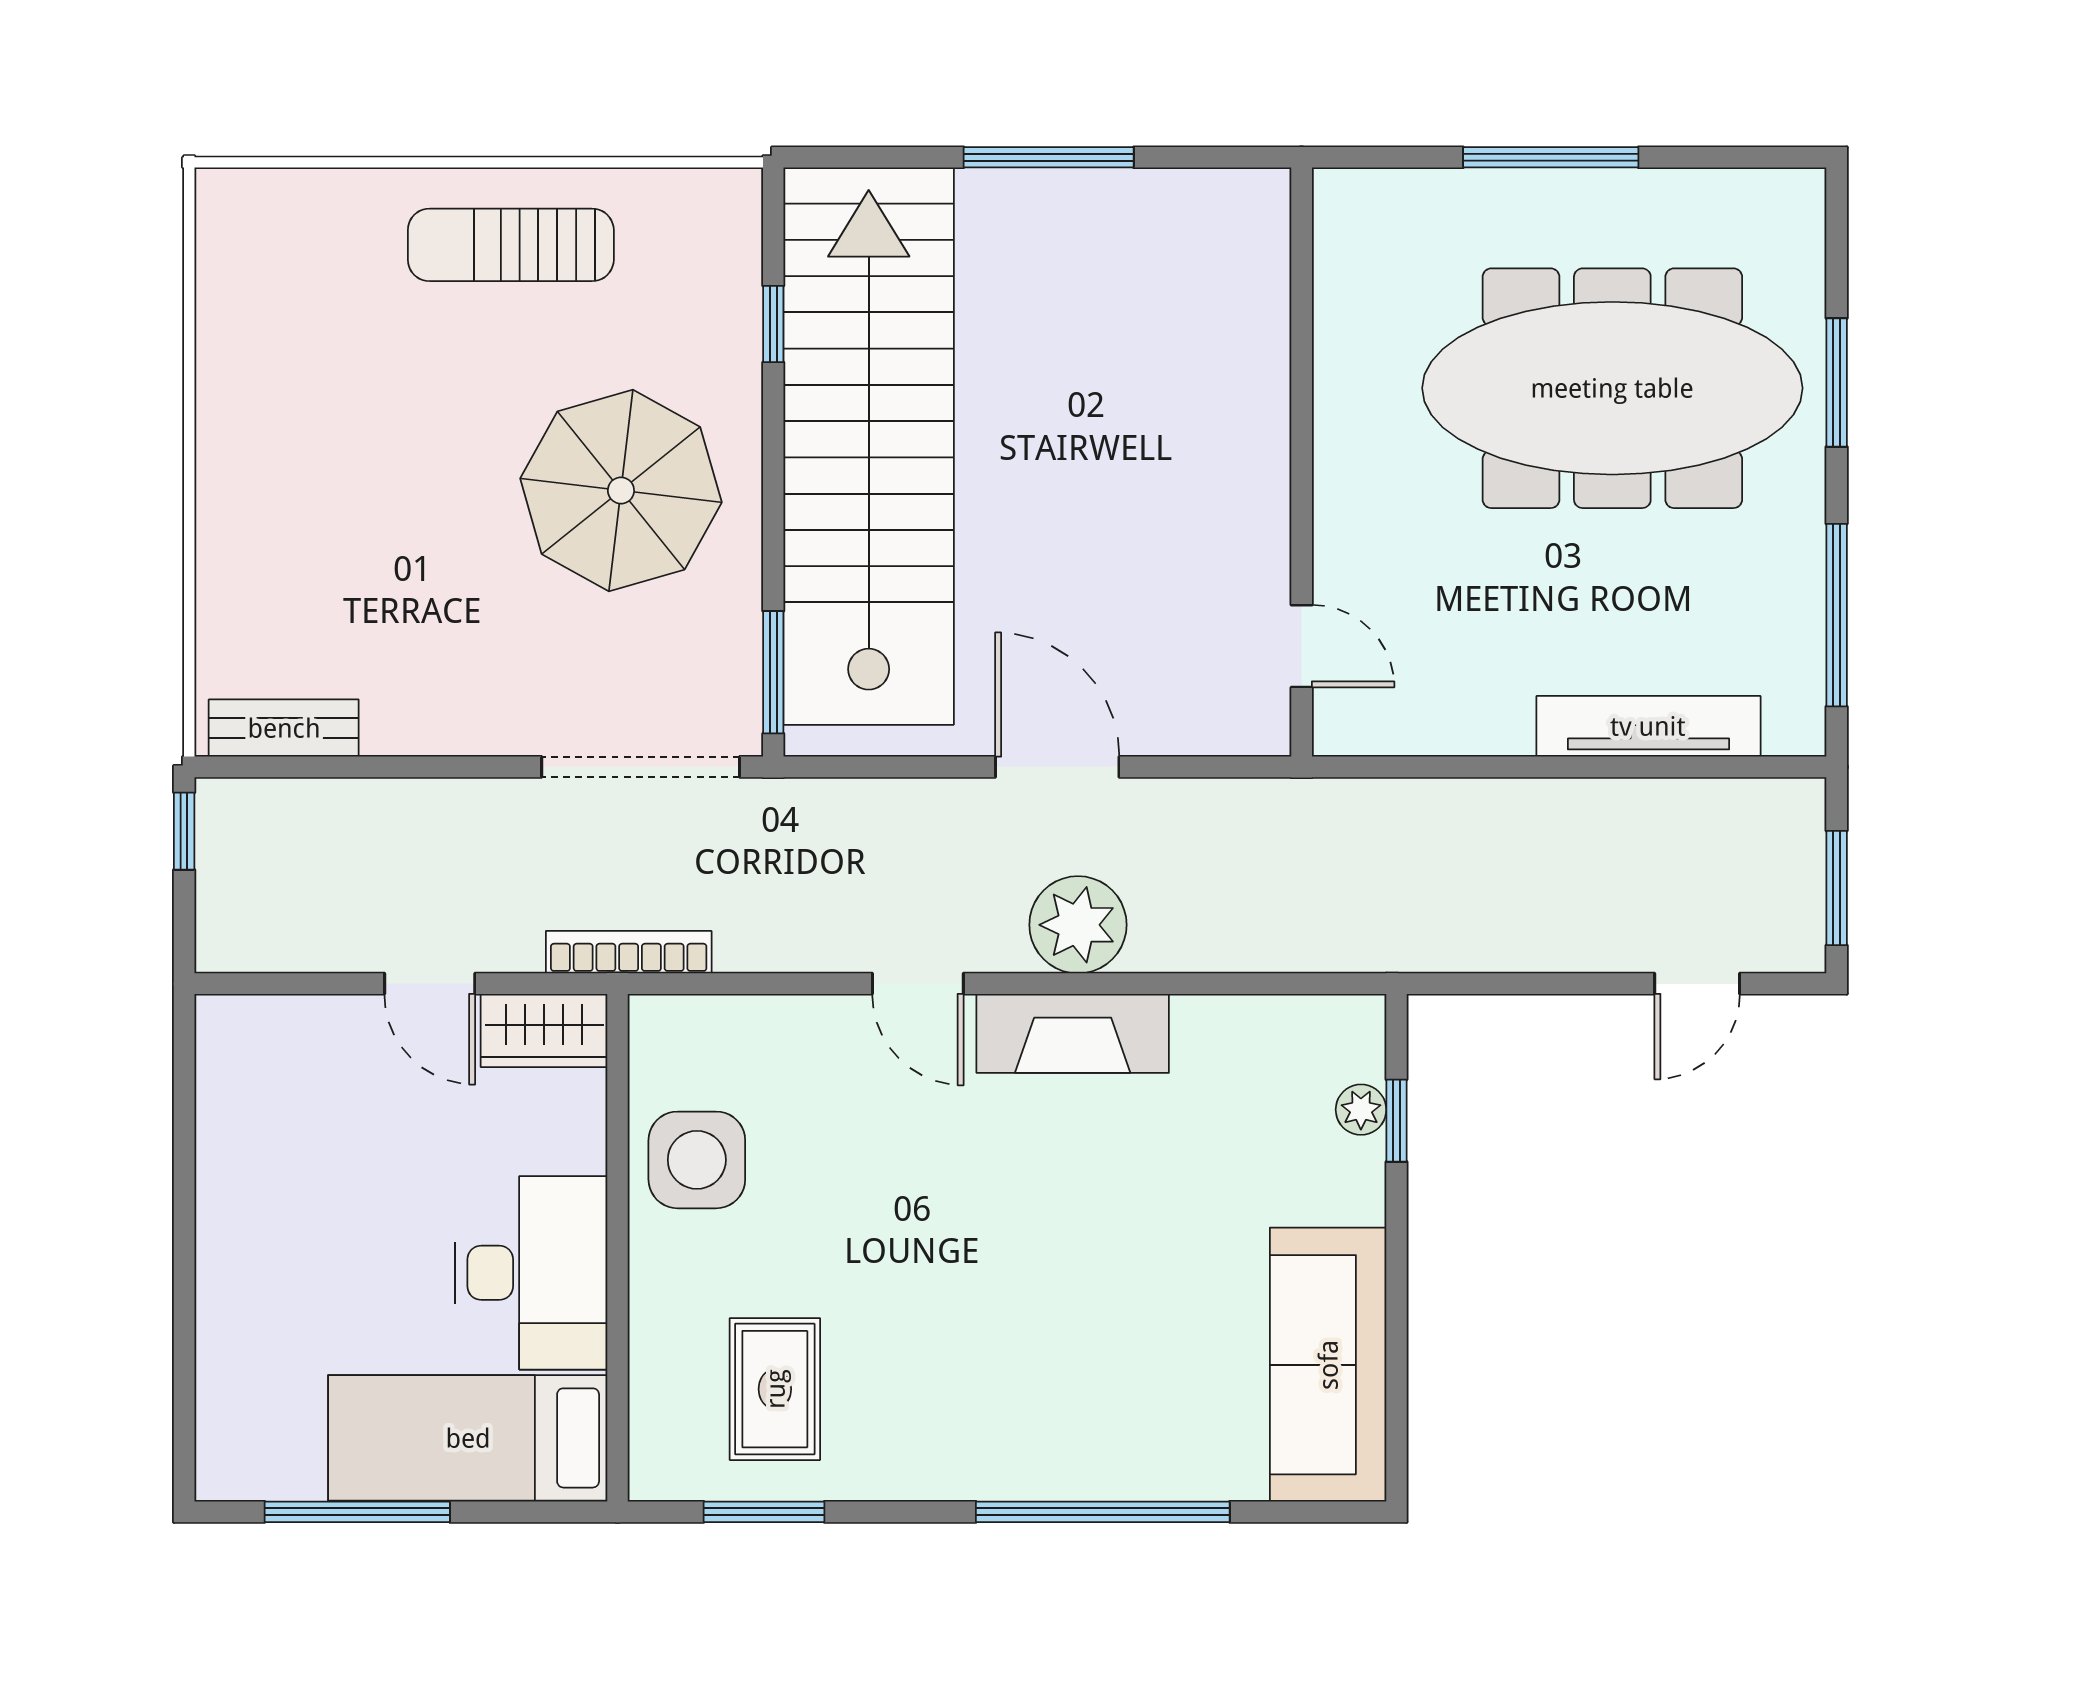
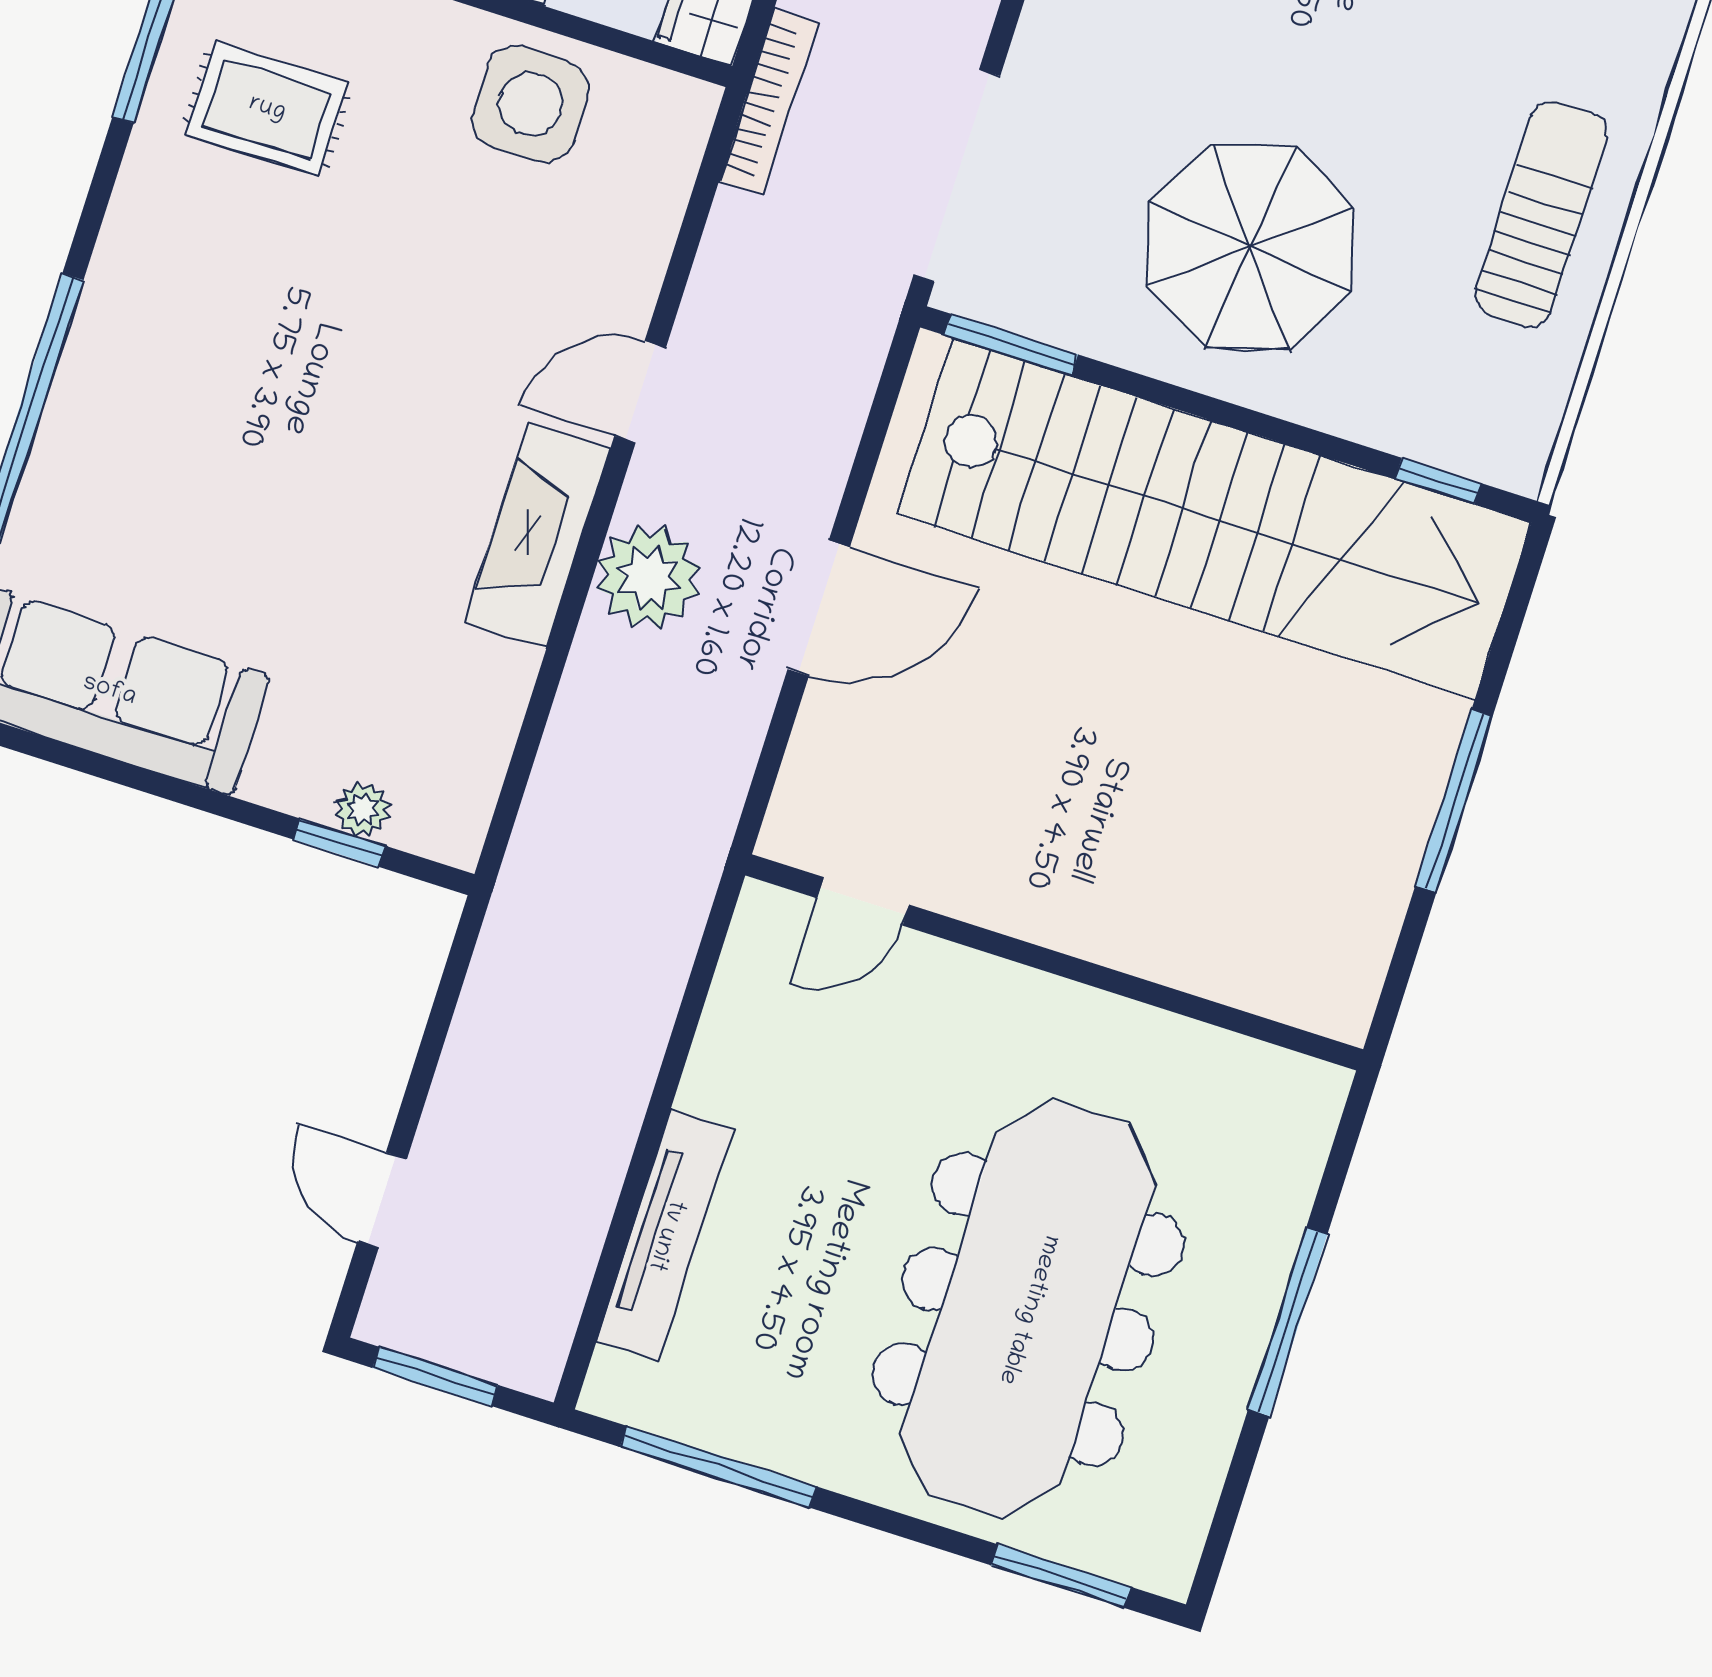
window: (773, 324) -> (1438, 481), moved
window: (1837, 383) -> (1061, 1576), moved

